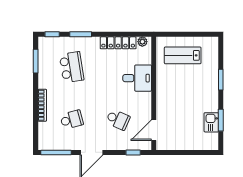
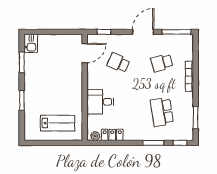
locker: (118, 43) -> (112, 135), width x0.66
kitchen sink: (211, 122) -> (31, 43), moved

